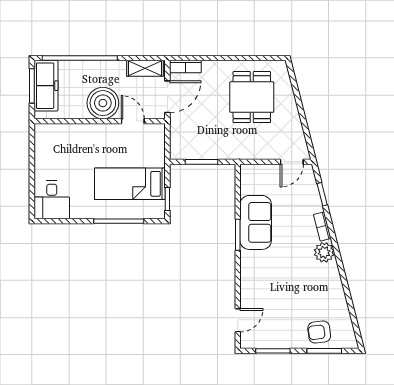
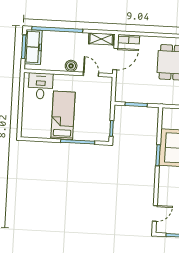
boiler: (103, 103) -> (71, 66), width x0.54, depth x0.54
bed: (130, 184) -> (63, 115), moved, turned 90
desk: (52, 200) -> (41, 86), moved, turned 180

